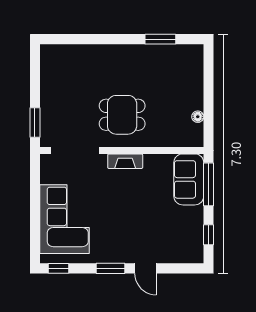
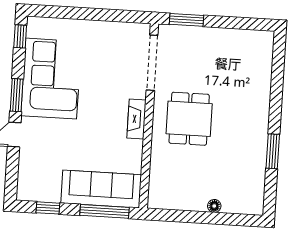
window: (160, 39) -> (273, 151), moved
floor lamp: (198, 117) -> (214, 206), moved
sofa: (189, 179) -> (101, 189), width x1.36
corner sofa: (65, 219) -> (51, 79), moved, turned -90

